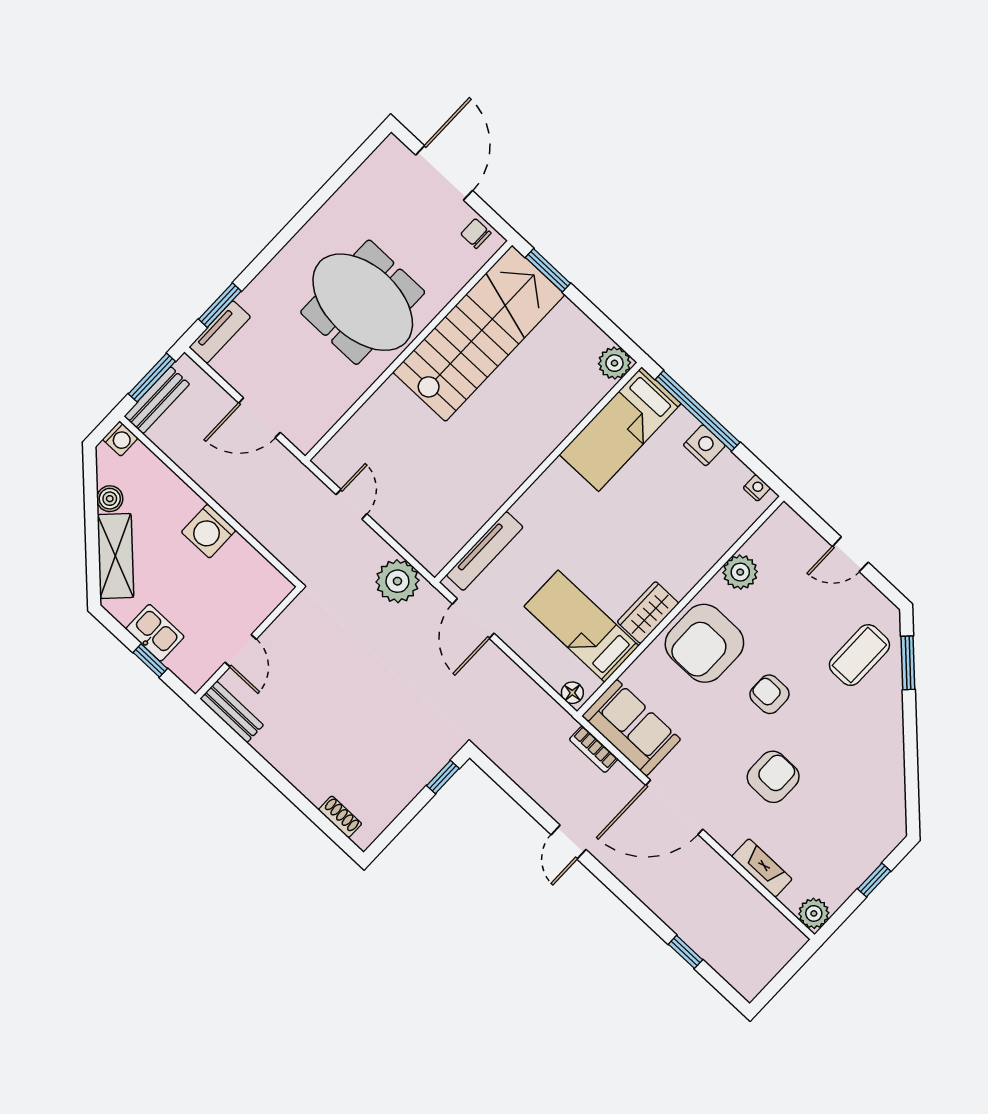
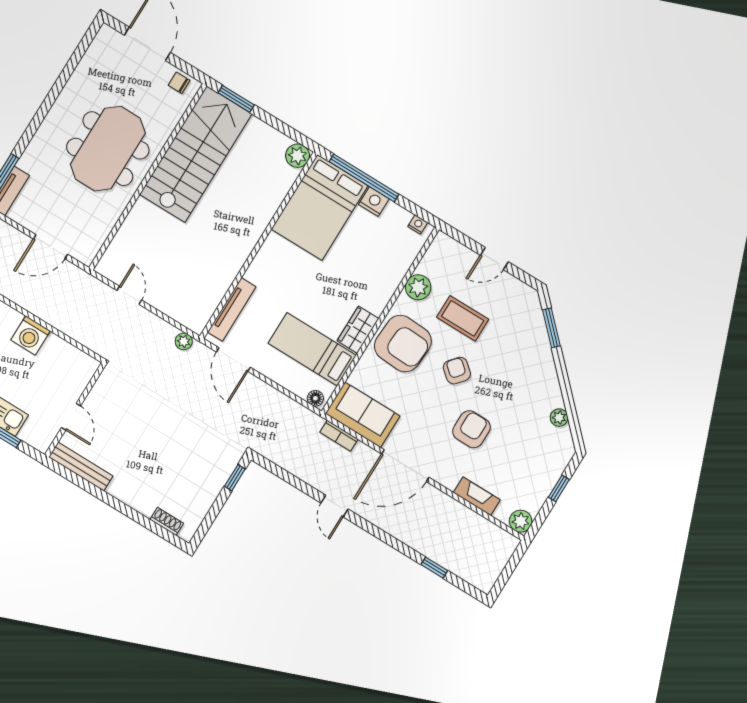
meeting table: (363, 302) -> (108, 149), turned 90
bed: (620, 429) -> (320, 207), width x1.50
plant: (397, 581) -> (184, 341), width x0.53, depth x0.53
armchair: (704, 643) -> (403, 344), turned -87
coffee table: (859, 655) -> (463, 318), moved, turned 90
armchair: (769, 694) -> (457, 371), turned 40
bench: (232, 712) -> (81, 467), width x1.36
plant: (894, 785) -> (559, 418), added

